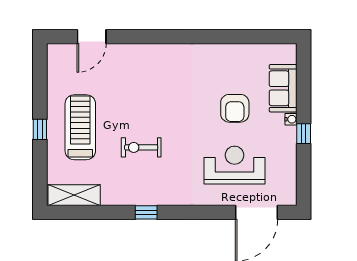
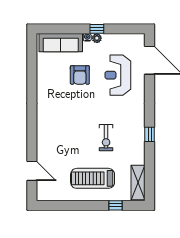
sofa: (283, 88) -> (61, 43), width x1.36
armchair: (235, 108) -> (80, 75), turned 90
window: (40, 129) -> (115, 205), moved
plant: (290, 134) -> (97, 38), added

